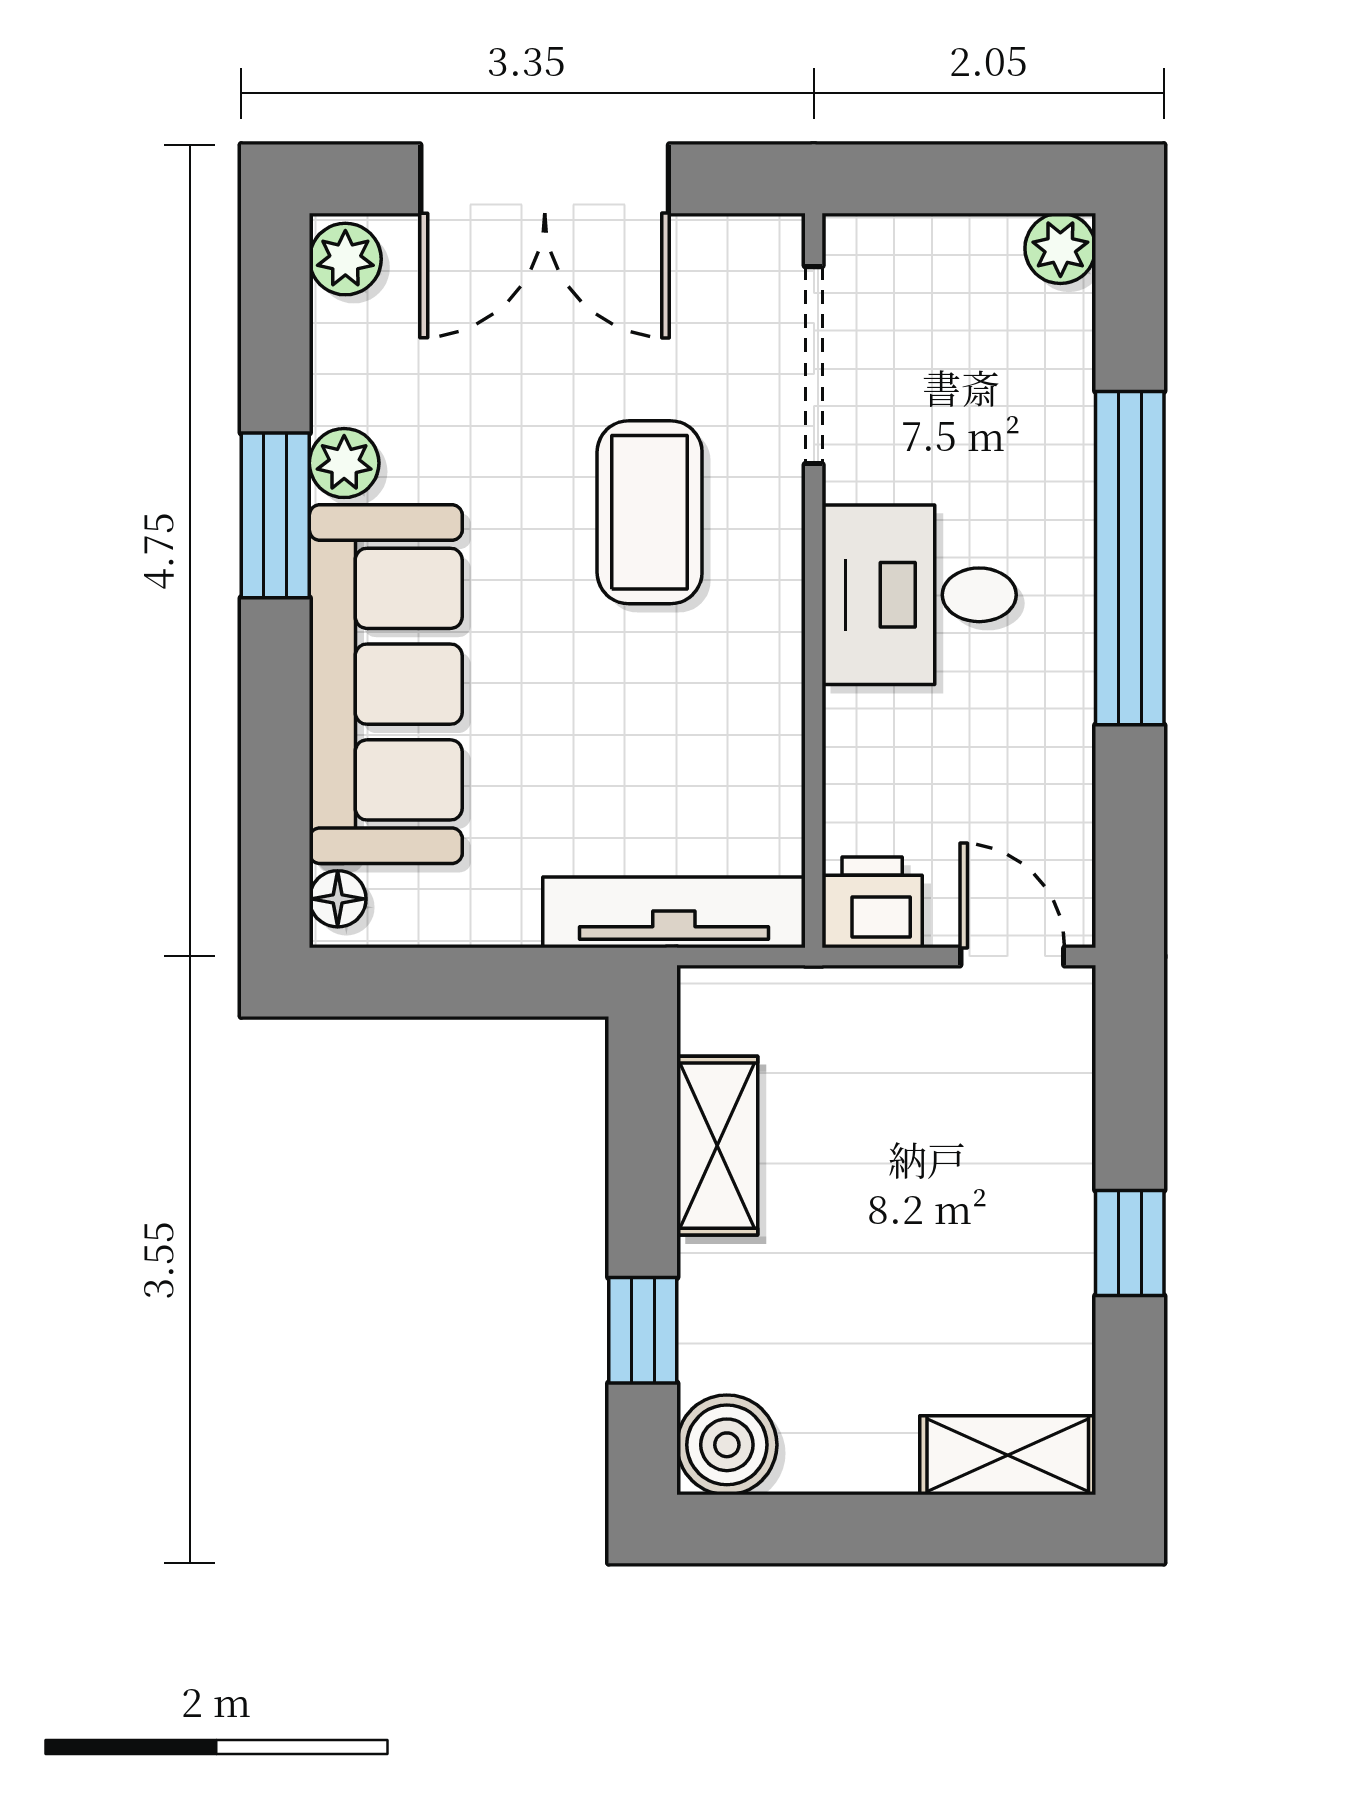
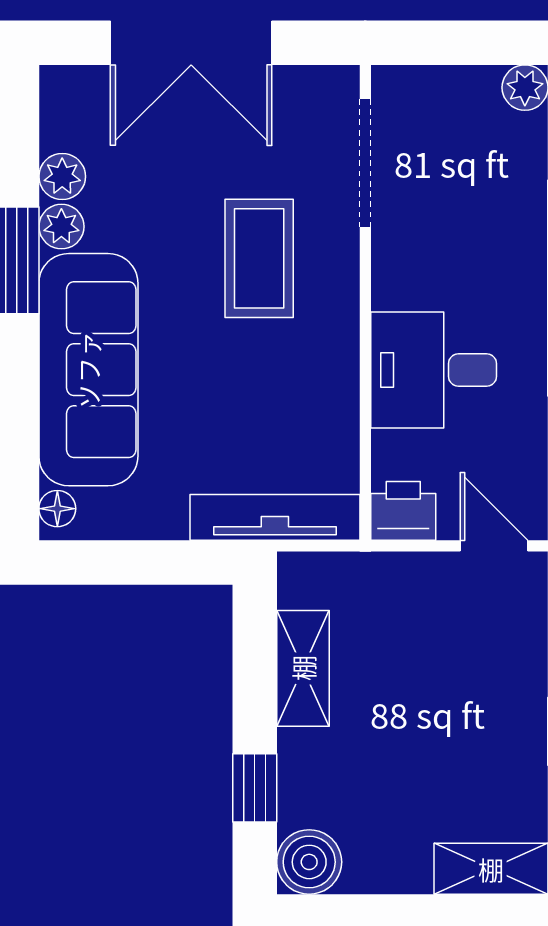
plant: (345, 259) -> (62, 176), moved
desk: (919, 595) -> (434, 370), moved

